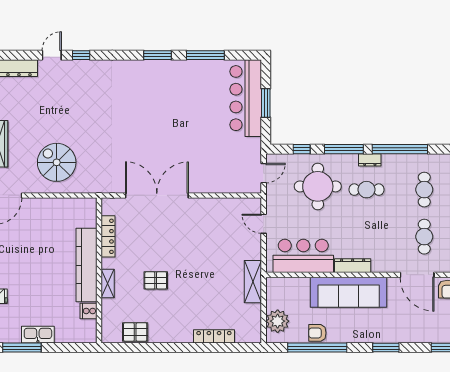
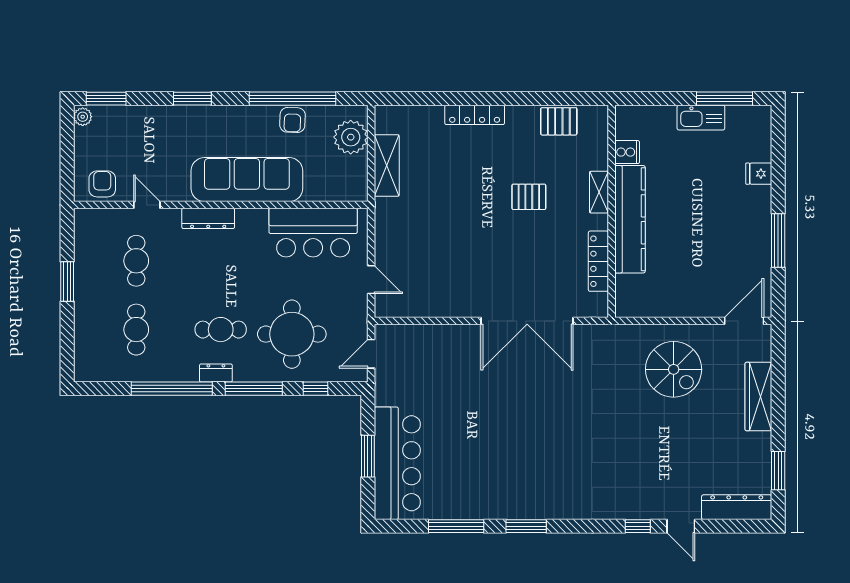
door: (52, 55) -> (681, 526), hinge flipped
dresser: (353, 266) -> (208, 218), moved
door: (417, 275) -> (147, 205), width x0.53
shelving: (253, 282) -> (387, 165), moved
armchair: (317, 333) -> (292, 120), turned 92
locker: (214, 336) -> (475, 115), moved

